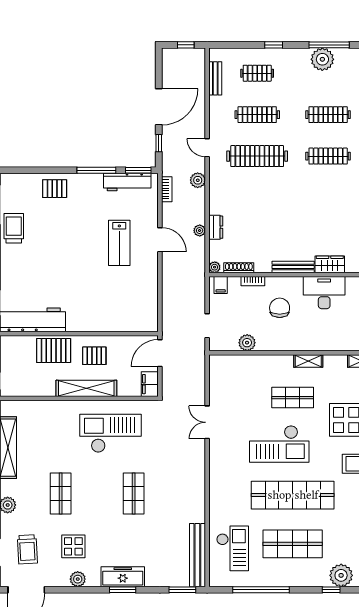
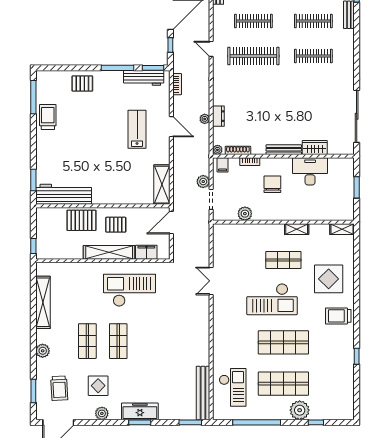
plant: (198, 180) -> (203, 182), moved
lab bench: (119, 243) -> (137, 129), turned 180
shelving: (149, 308) -> (162, 185), added
filing cabinet: (150, 384) -> (146, 252), moved, turned 90
shop shelf: (134, 494) -> (118, 341), moved
shop shelf: (293, 495) -> (283, 342), width x0.71
plant: (341, 575) -> (300, 410), moved

